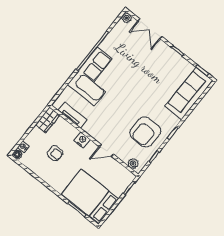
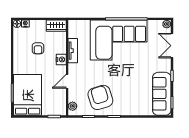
corner sofa: (96, 76) -> (119, 40), width x1.36, depth x1.36
sofa: (189, 94) -> (162, 94), moved, turned -90
tv unit: (72, 115) -> (73, 51), moved
armchair: (145, 132) -> (100, 97), turned 73
door: (106, 150) -> (67, 81), hinge flipped

